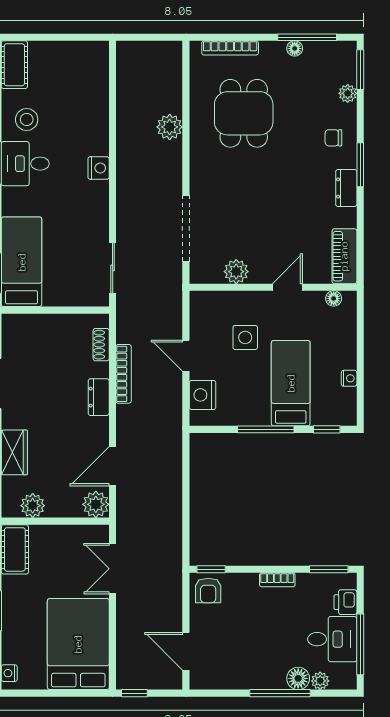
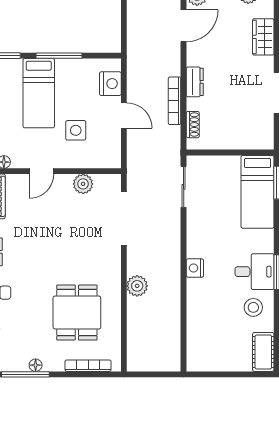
plant: (170, 127) -> (137, 286), moved

